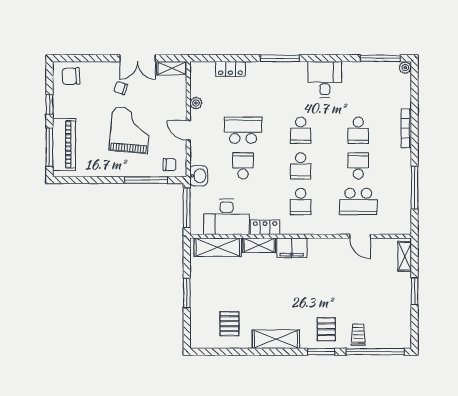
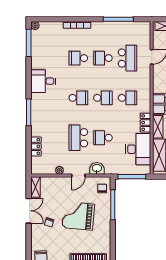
school desk: (358, 130) -> (78, 58), turned 180
washbasin: (199, 176) -> (97, 168), moved

